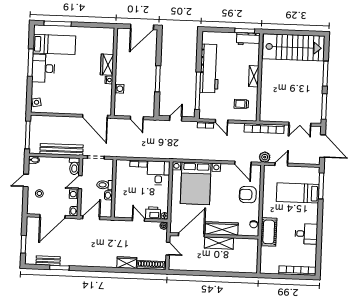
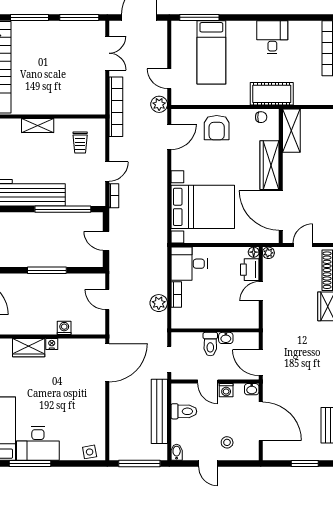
door: (137, 118) -> (107, 300), swing flipped
plant: (133, 152) -> (159, 303), added
toilet: (74, 166) -> (184, 411), moved
shelving: (219, 243) -> (291, 131), moved

